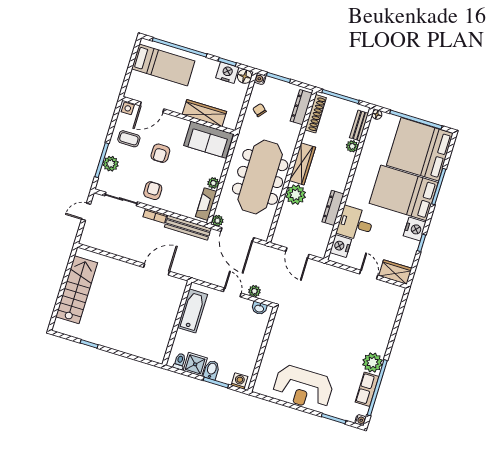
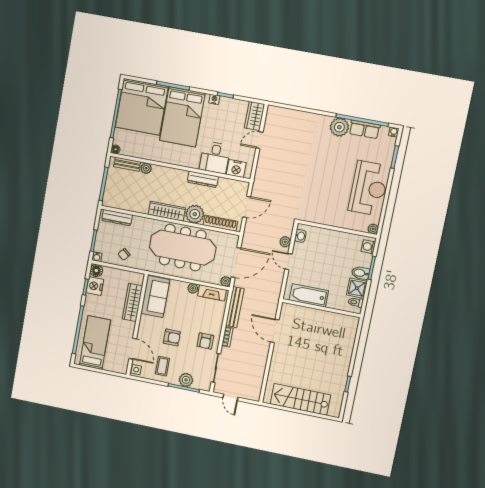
shoe rack: (316, 114) -> (220, 223), moved
armchair: (153, 191) -> (205, 341), turned -90
nightstand: (415, 229) -> (214, 99), width x0.53, depth x0.56
door: (232, 292) -> (288, 262), hinge flipped
plant: (258, 388) -> (373, 229), added

